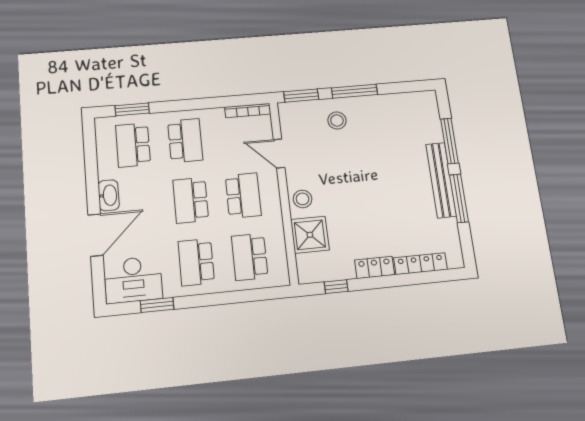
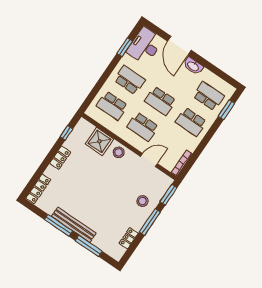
locker: (397, 101) -> (129, 238), added
school desk: (191, 200) -> (160, 101), turned 180
school desk: (250, 257) -> (112, 106), turned 180
locker: (421, 264) -> (38, 189), moved

